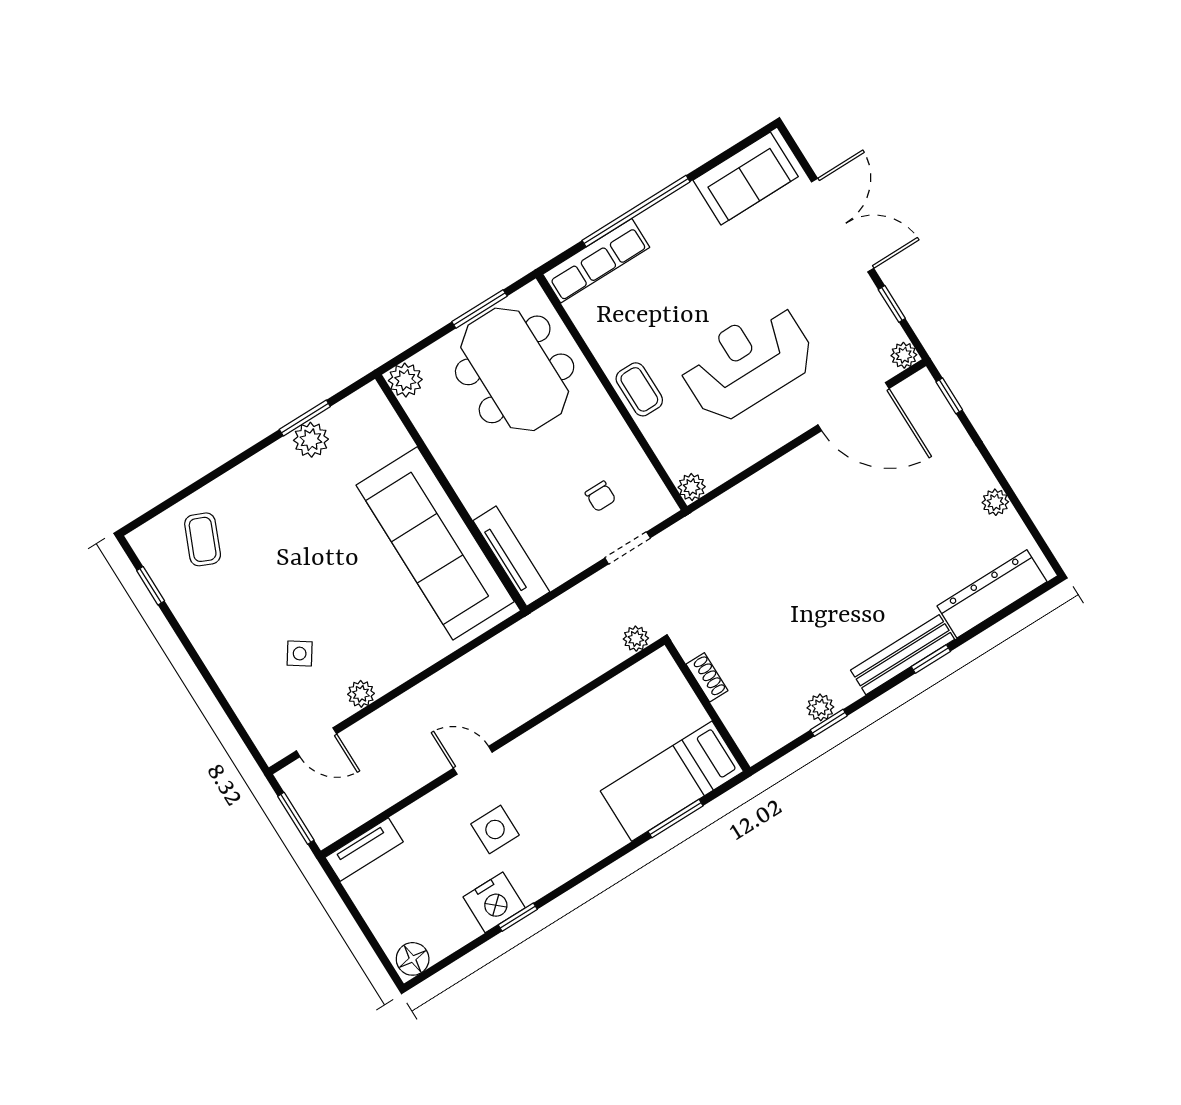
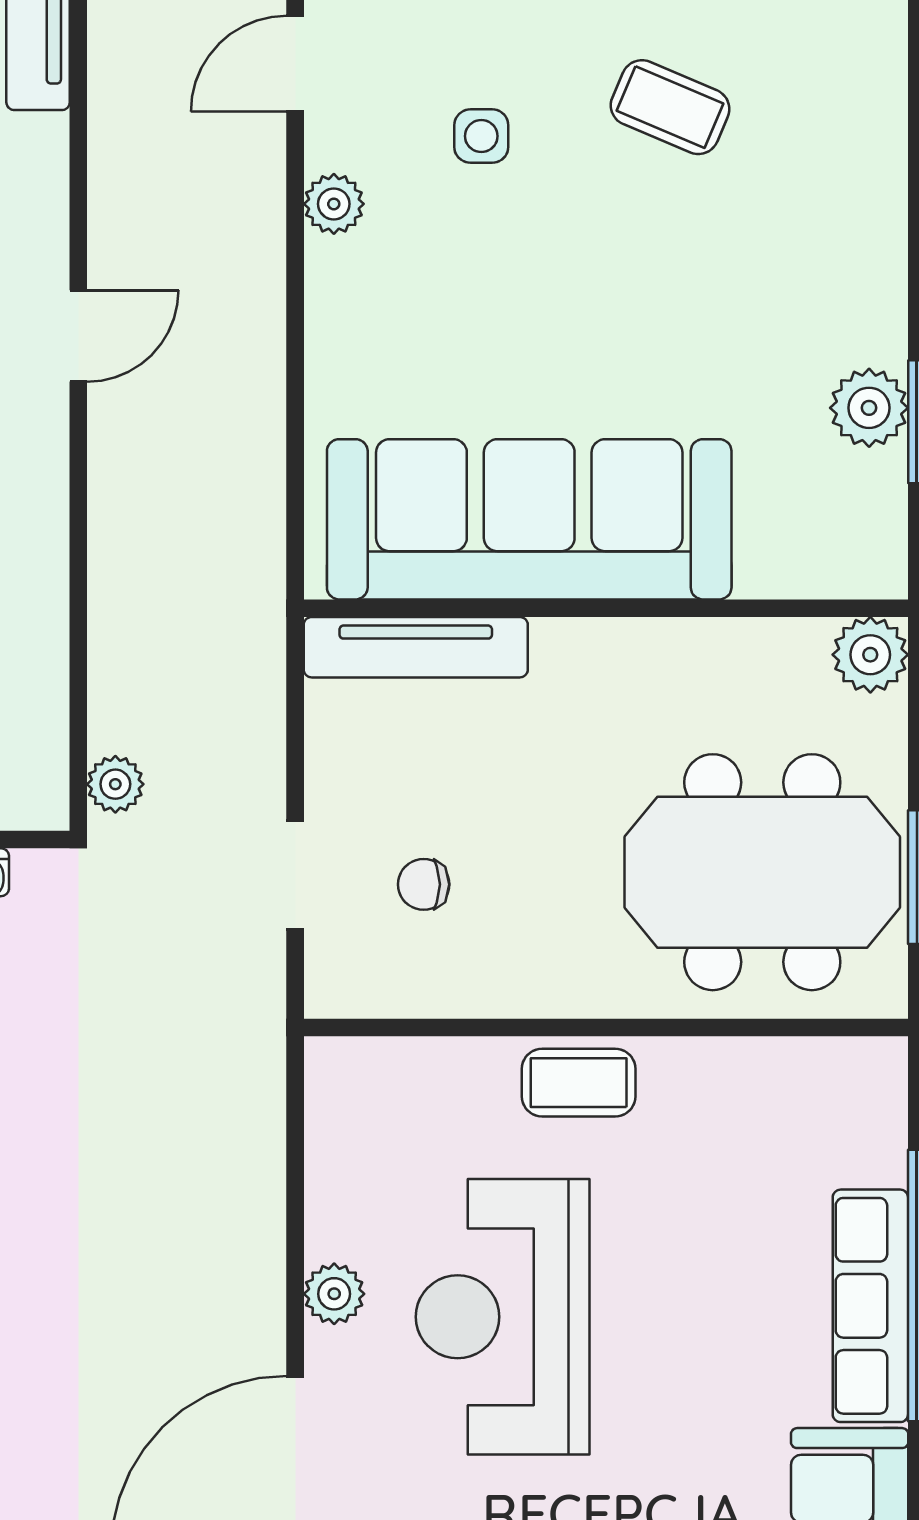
row of seats: (596, 261) -> (870, 1306), moved
reception desk: (747, 362) -> (503, 1317), turned 180
plant: (692, 487) -> (334, 1294), moved
coffee table: (203, 539) -> (670, 107), moved
side table: (300, 654) -> (481, 136), turned -34

